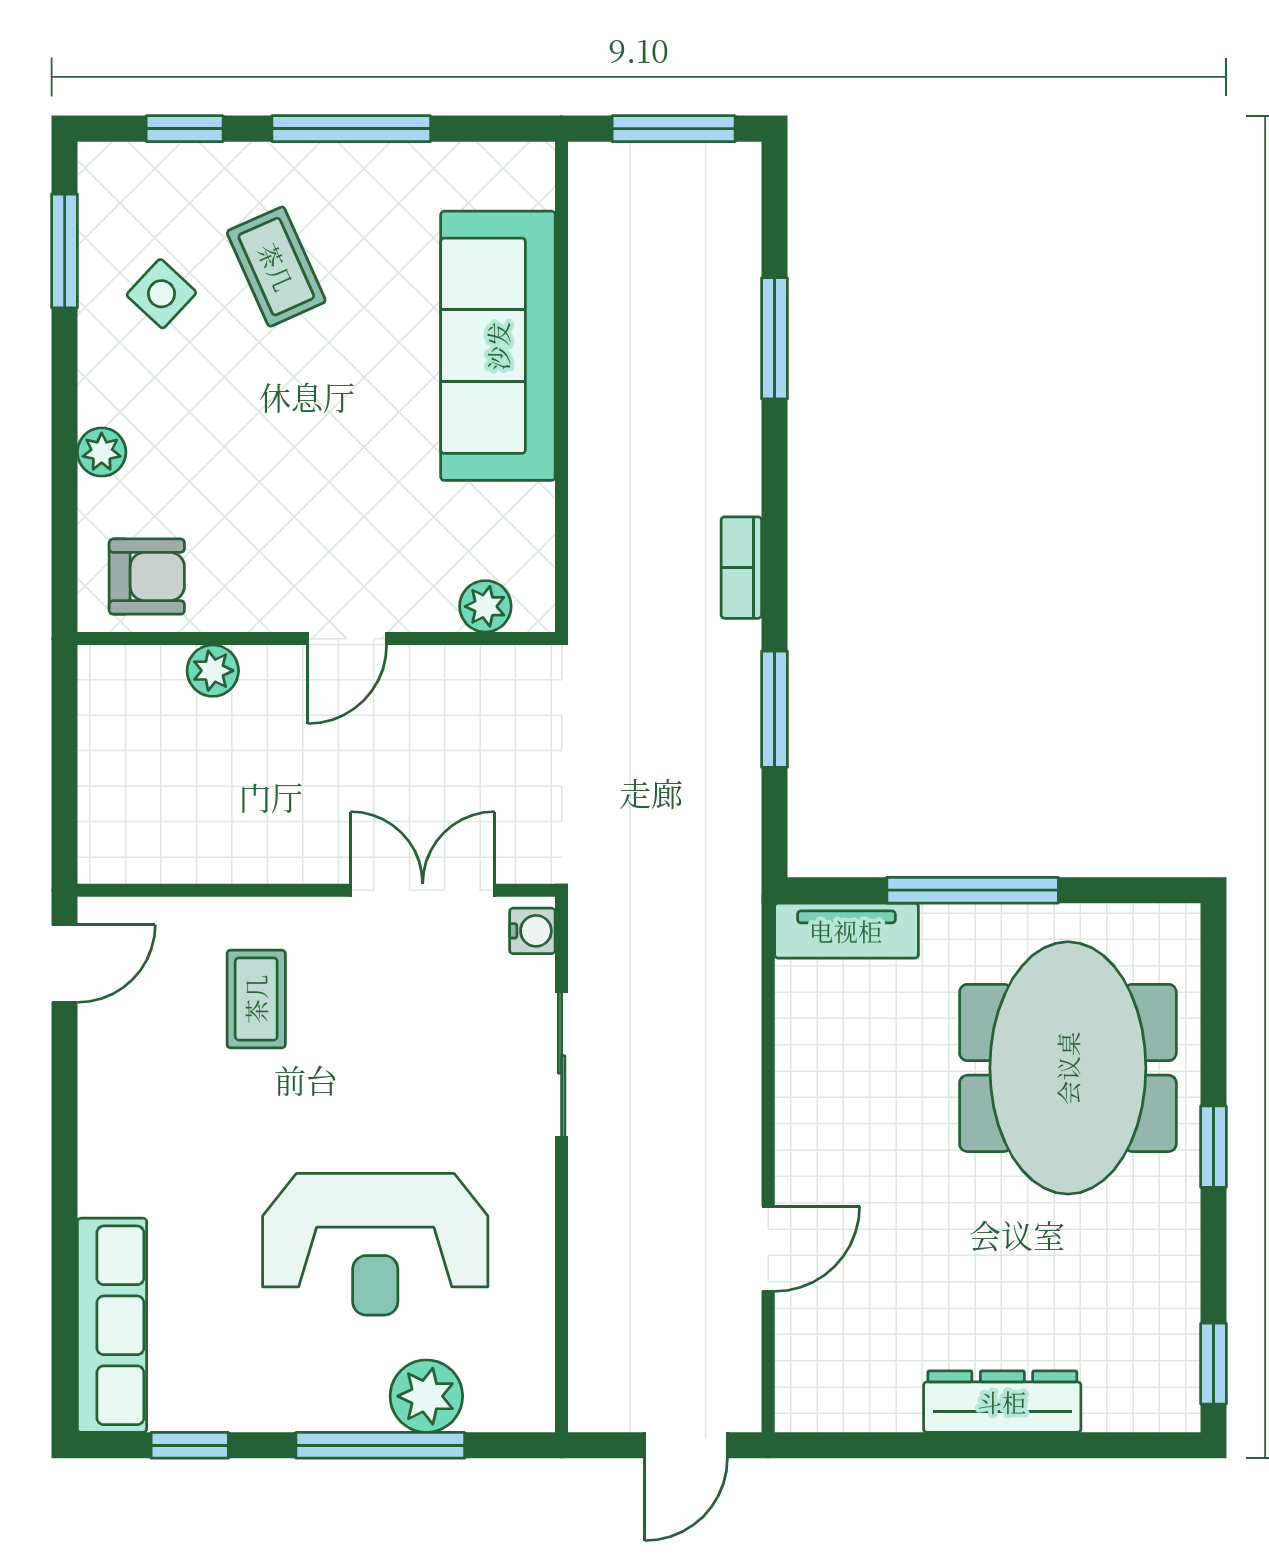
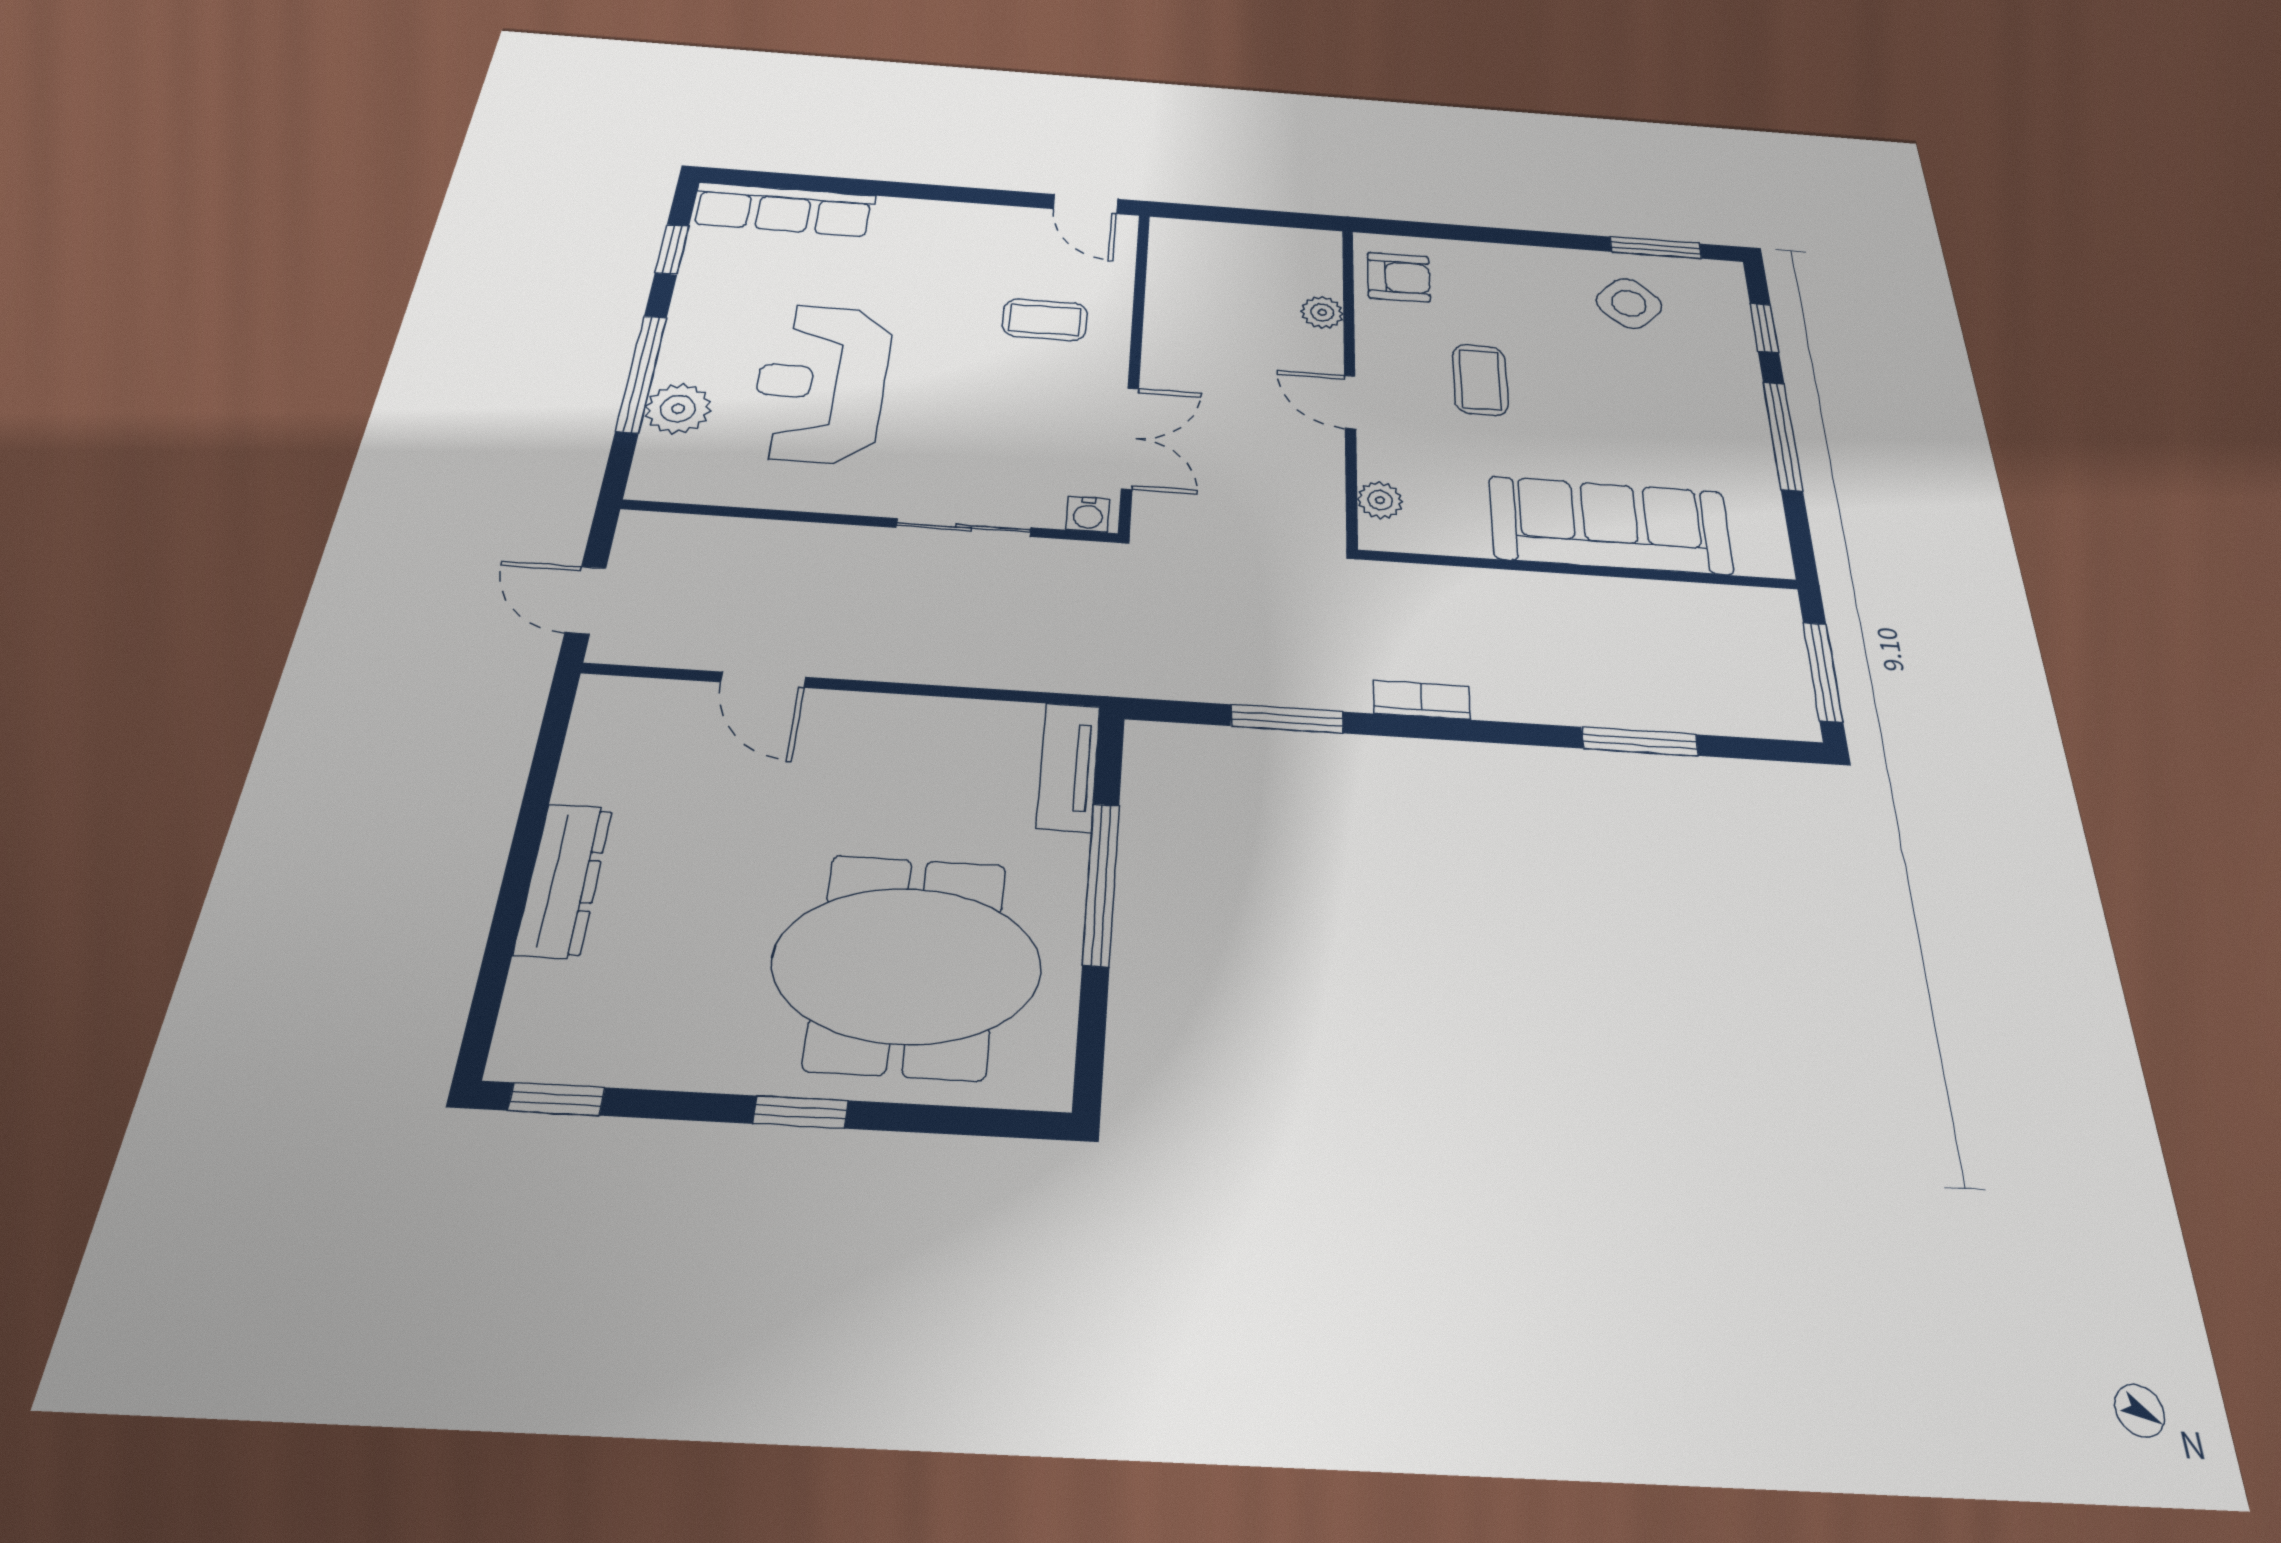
coffee table: (276, 267) -> (1480, 380), moved, turned -66
side table: (161, 294) -> (1629, 303), width x1.37, depth x1.37
plant: (102, 452) -> (1498, 258), removed
armchair: (147, 577) -> (1399, 277), turned -90

